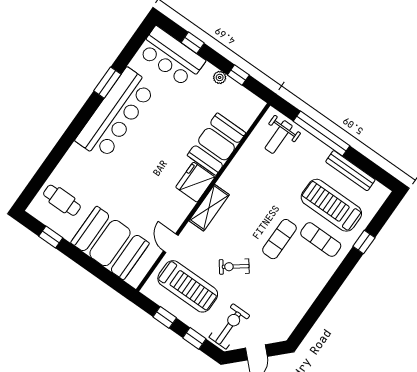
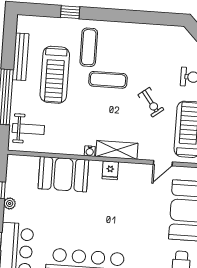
fridge: (195, 182) -> (110, 170), width x0.53, depth x0.75
water cooler: (223, 182) -> (90, 151), added
treadmill: (331, 205) -> (55, 75), moved

